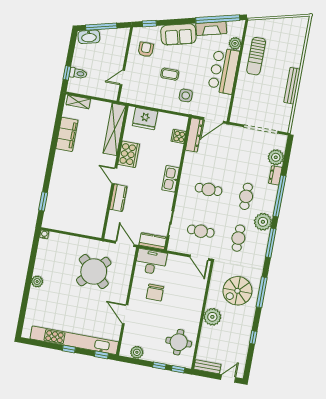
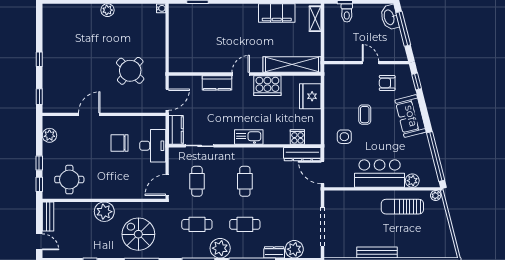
plant: (252, 25) -> (436, 196), added
fireplace: (211, 28) -> (424, 151), removed
armchair: (146, 49) -> (387, 83), turned 180
door: (122, 78) -> (371, 63), moved
desk: (151, 262) -> (153, 146), moved
round table: (94, 272) -> (130, 71), width x0.73, depth x0.73
kitchen unit: (74, 340) -> (50, 63), removed

